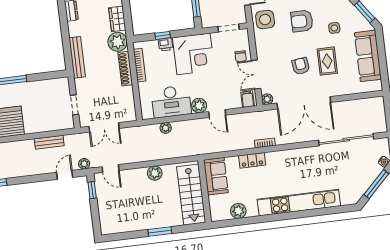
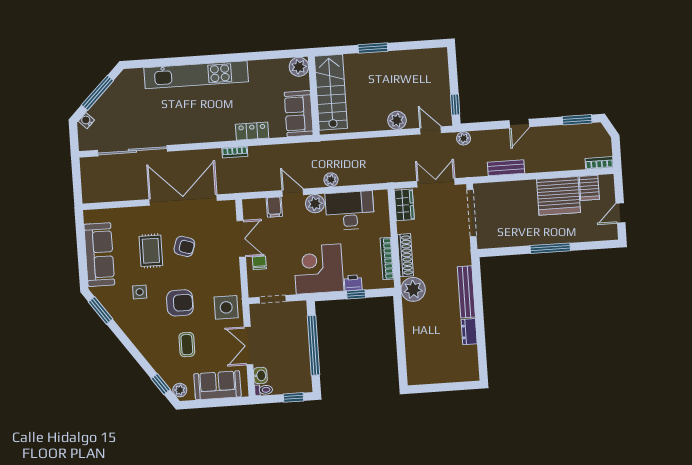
wardrobe: (117, 19) -> (404, 205), moved
bench: (77, 57) -> (466, 292), moved
armchair: (301, 66) -> (184, 246), turned -65
filing cabinet: (248, 99) -> (274, 207), moved
plant: (267, 99) -> (229, 207), removed
doorway: (75, 105) -> (472, 213), width x1.88
plant: (166, 128) -> (331, 180), moved
plant: (155, 173) -> (397, 120), moved
door: (65, 175) -> (519, 124), moved
plant: (238, 211) -> (299, 67), moved

